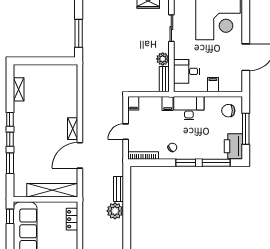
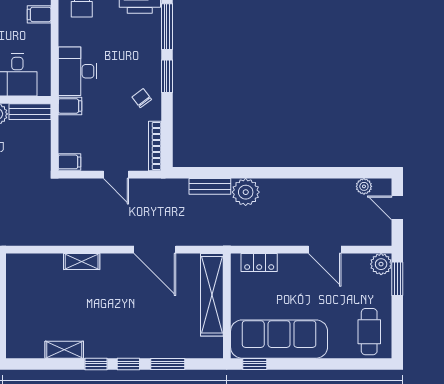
filing cabinet: (213, 85) -> (39, 14), moved
shelving: (19, 89) -> (64, 350), moved
shelving: (73, 129) -> (82, 262), moved

